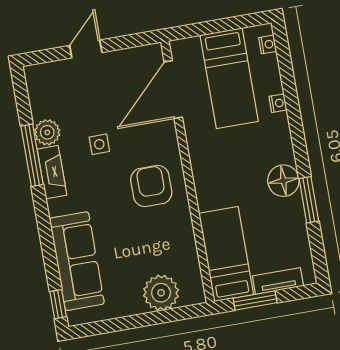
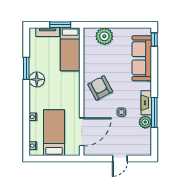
armchair: (151, 186) -> (100, 88), turned 152

